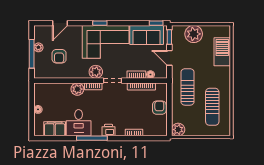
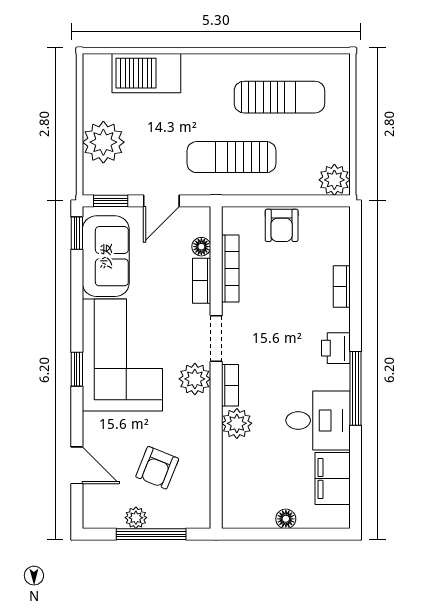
armchair: (59, 56) -> (157, 468), turned 112
armchair: (159, 108) -> (282, 225), turned -90

